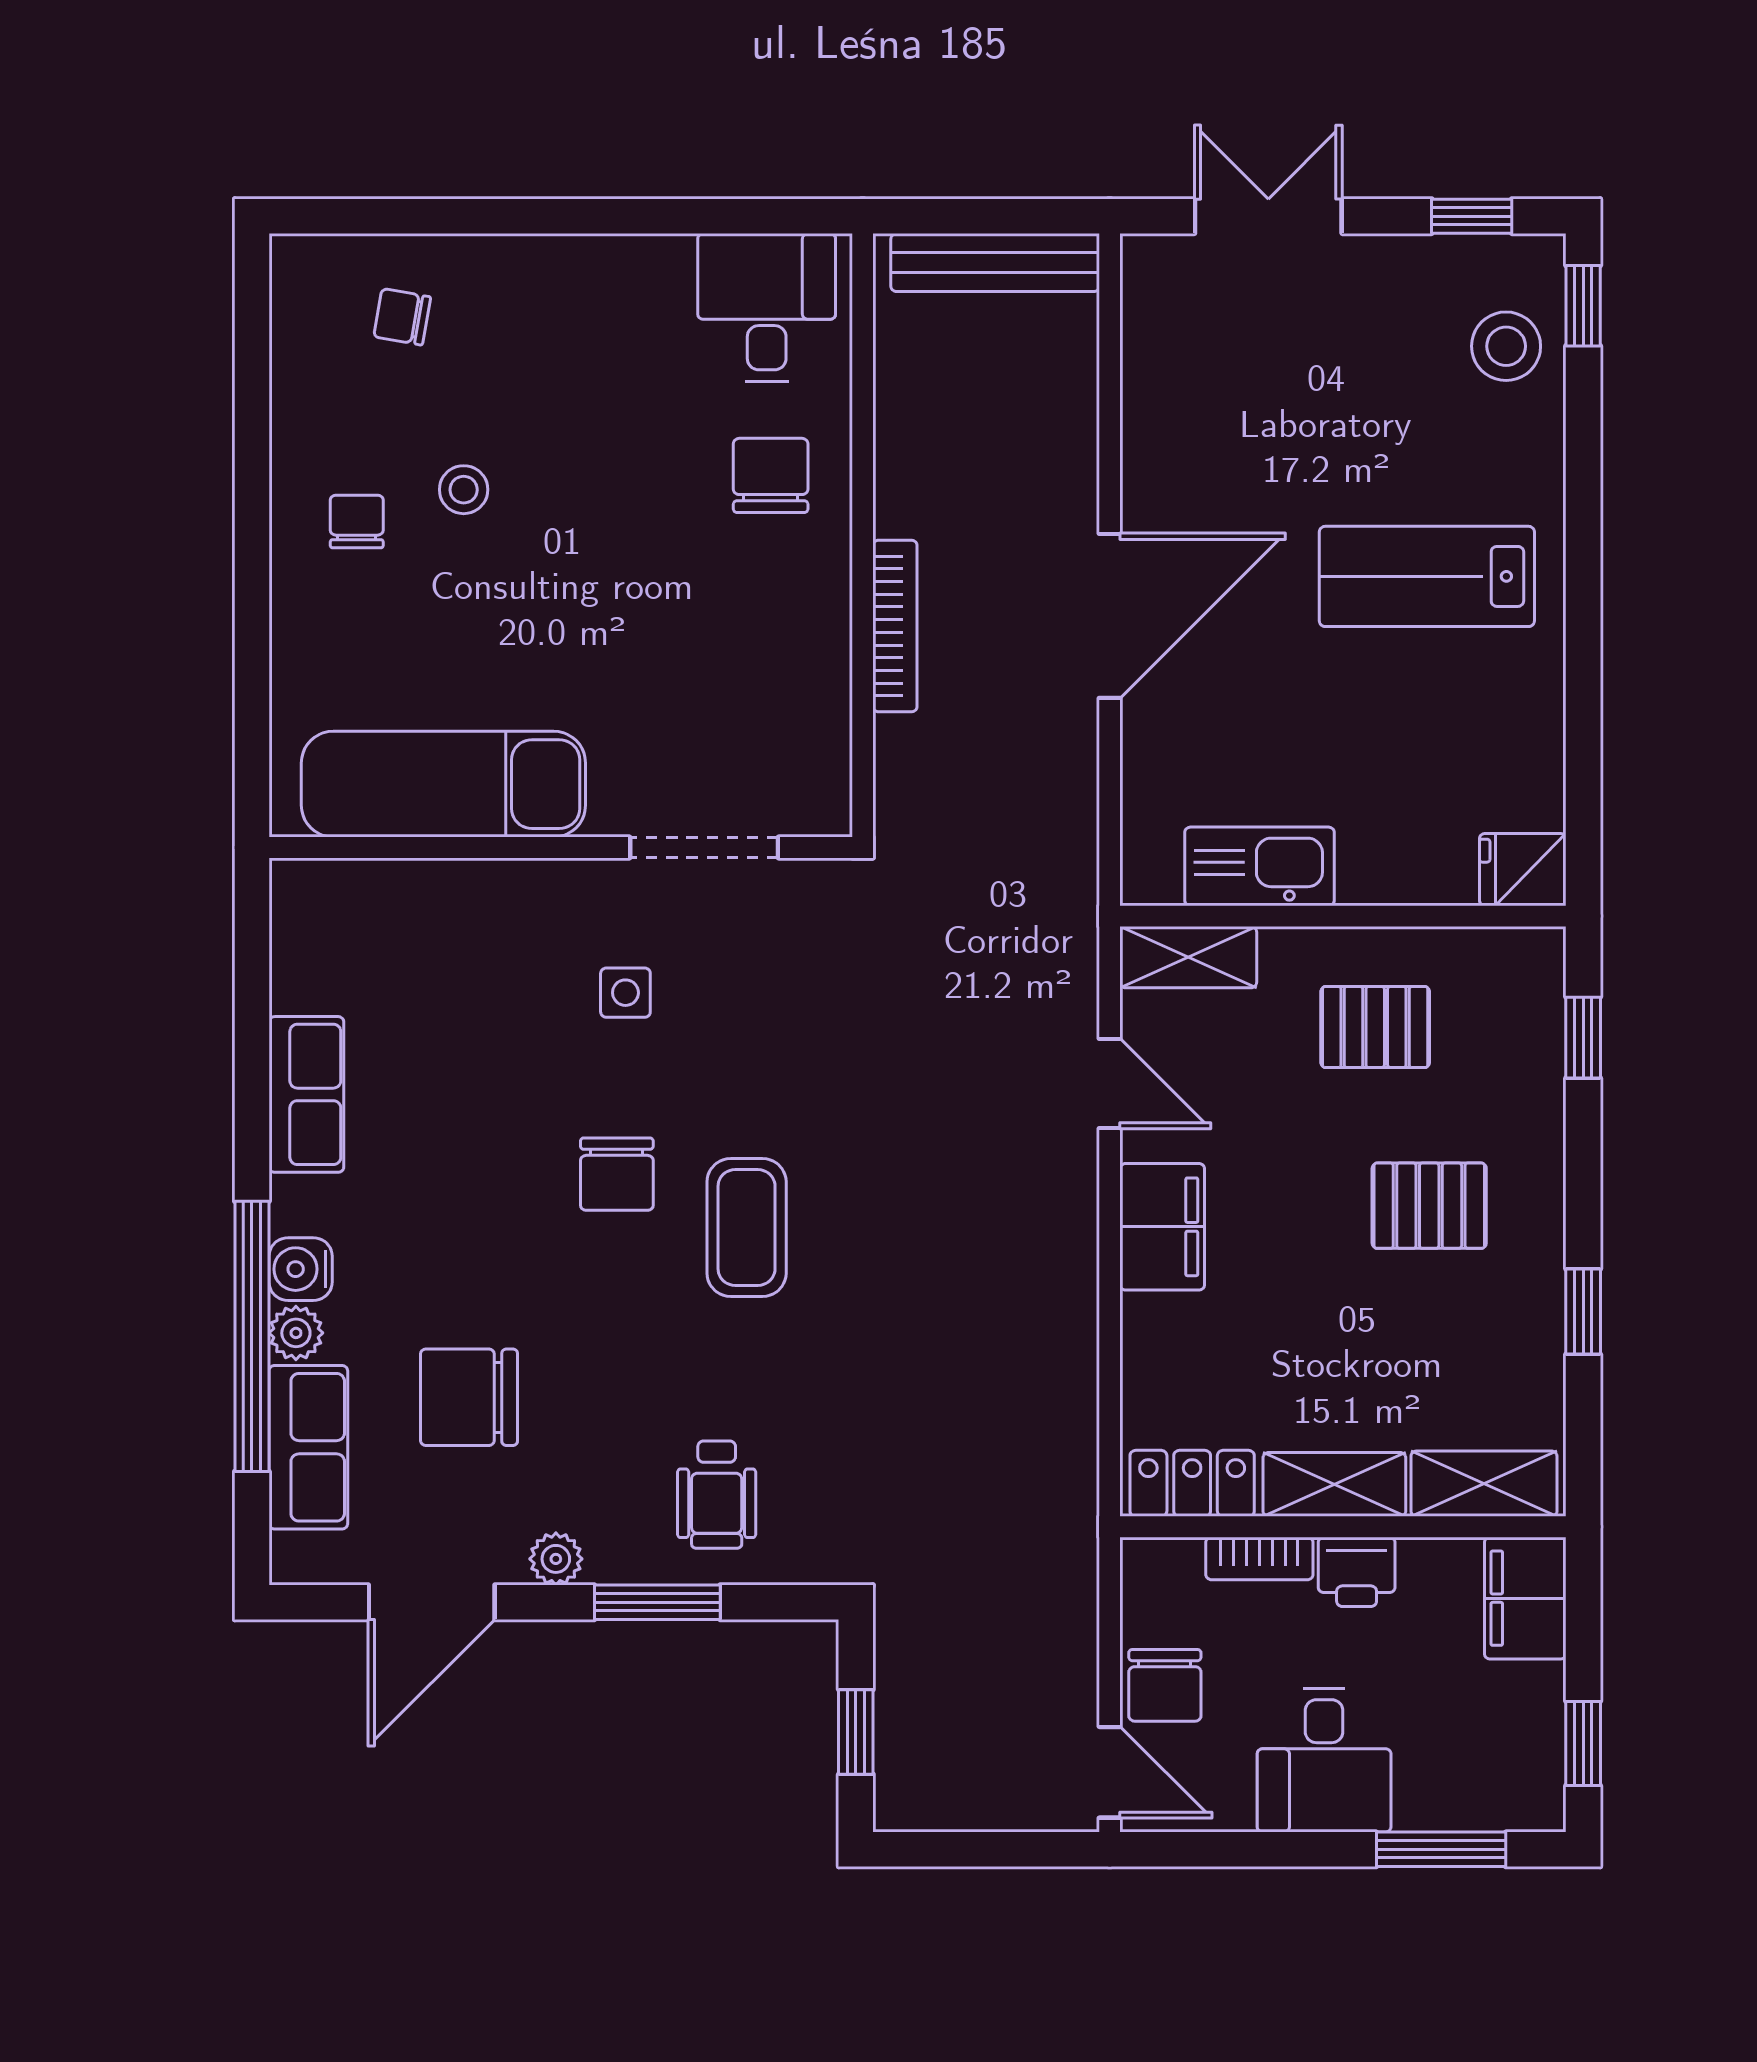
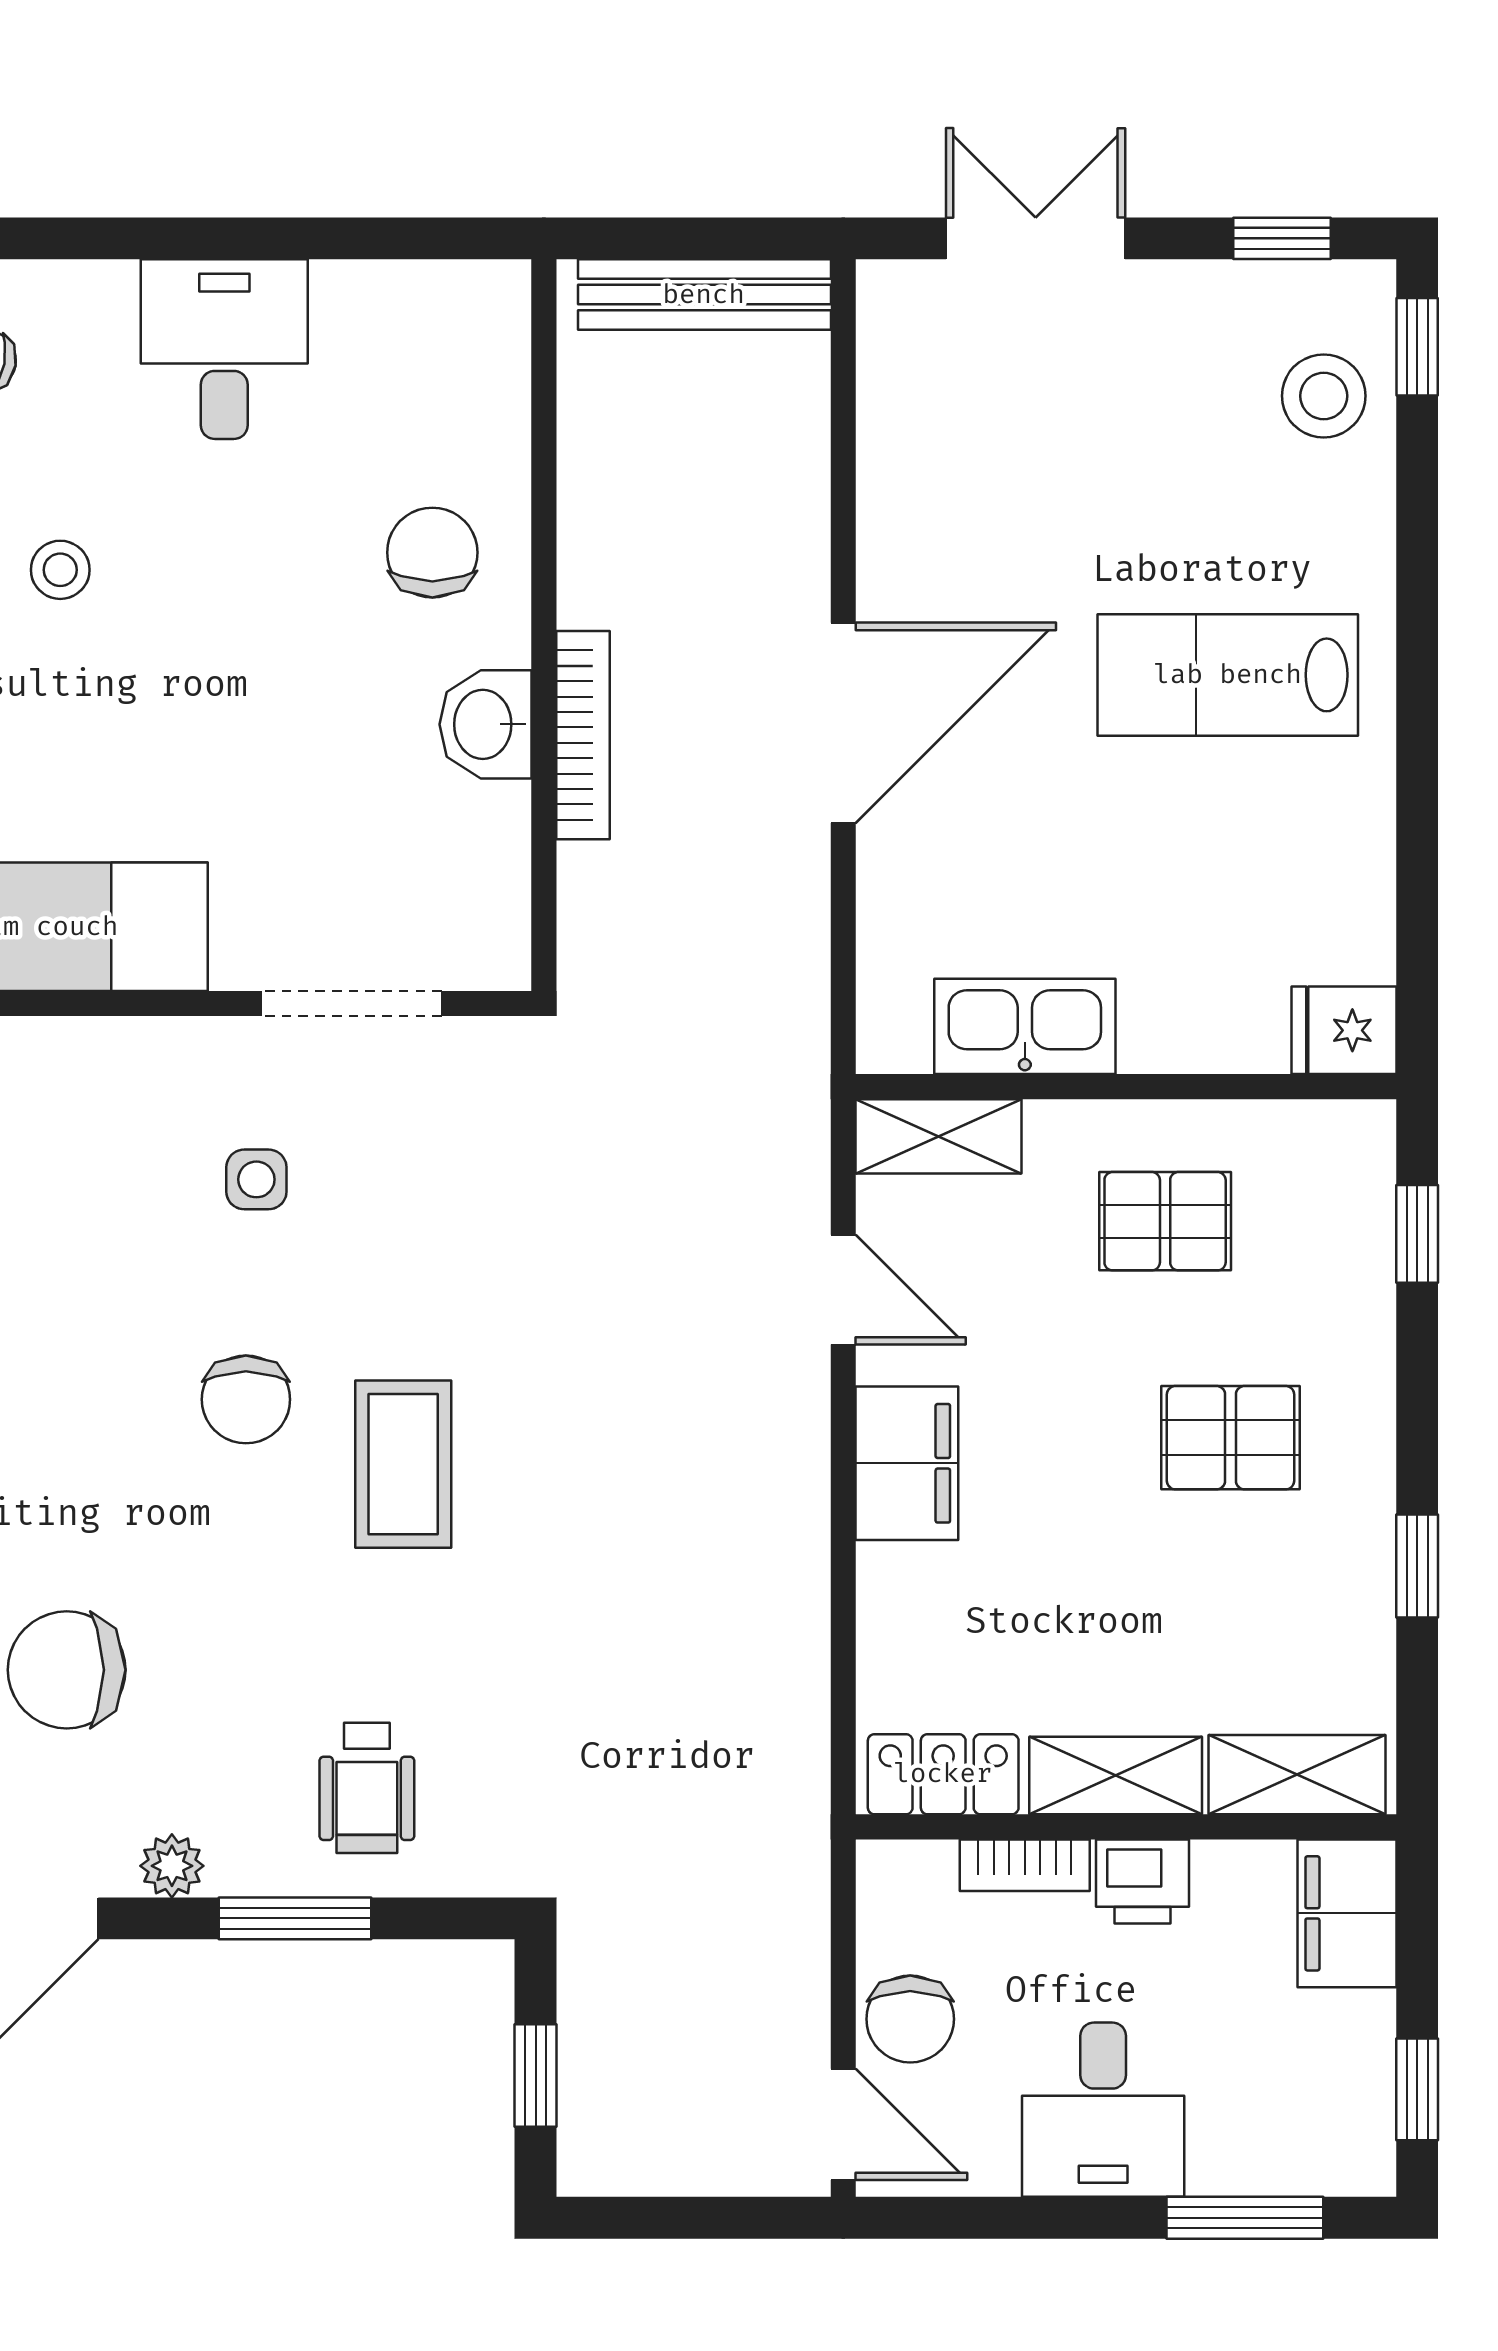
desk: (767, 308) -> (224, 349), moved
washbasin: (815, 617) -> (486, 724), added

